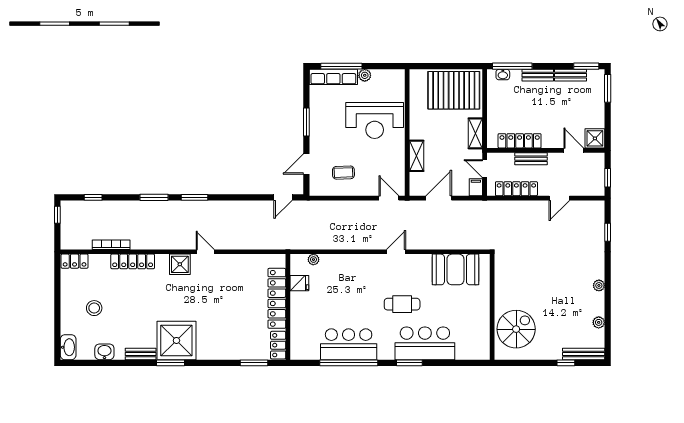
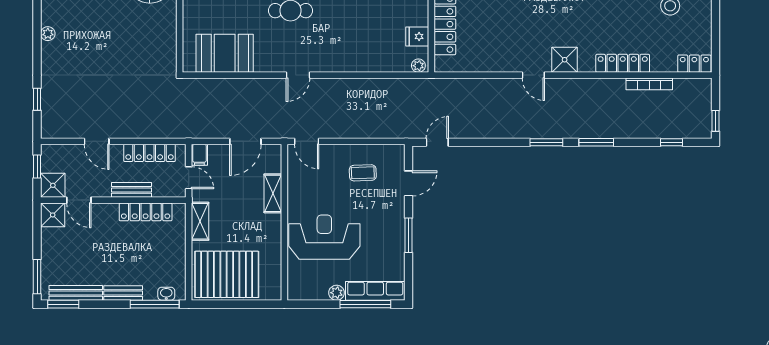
bench: (571, 75) -> (76, 293), width x1.36
shower: (595, 162) -> (53, 185), added
door: (559, 198) -> (97, 141), swing flipped
plant: (313, 260) -> (418, 66), moved

